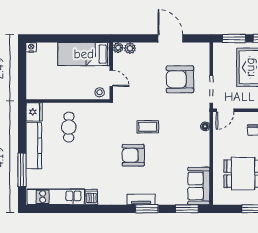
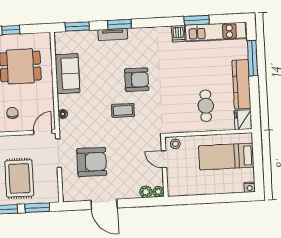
bed: (84, 54) -> (226, 157), moved, turned 180
sofa: (199, 186) -> (67, 74), moved
tv unit: (141, 199) -> (113, 34), moved
window: (73, 209) -> (197, 20), added

